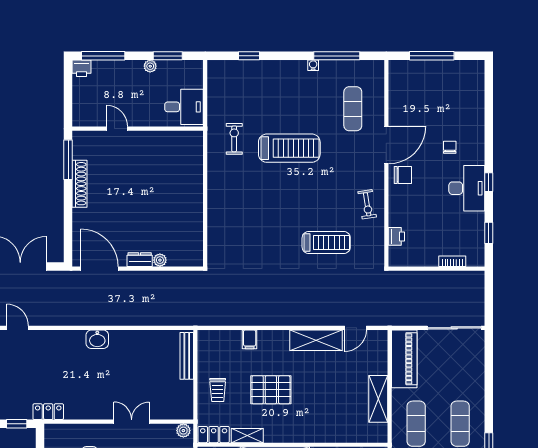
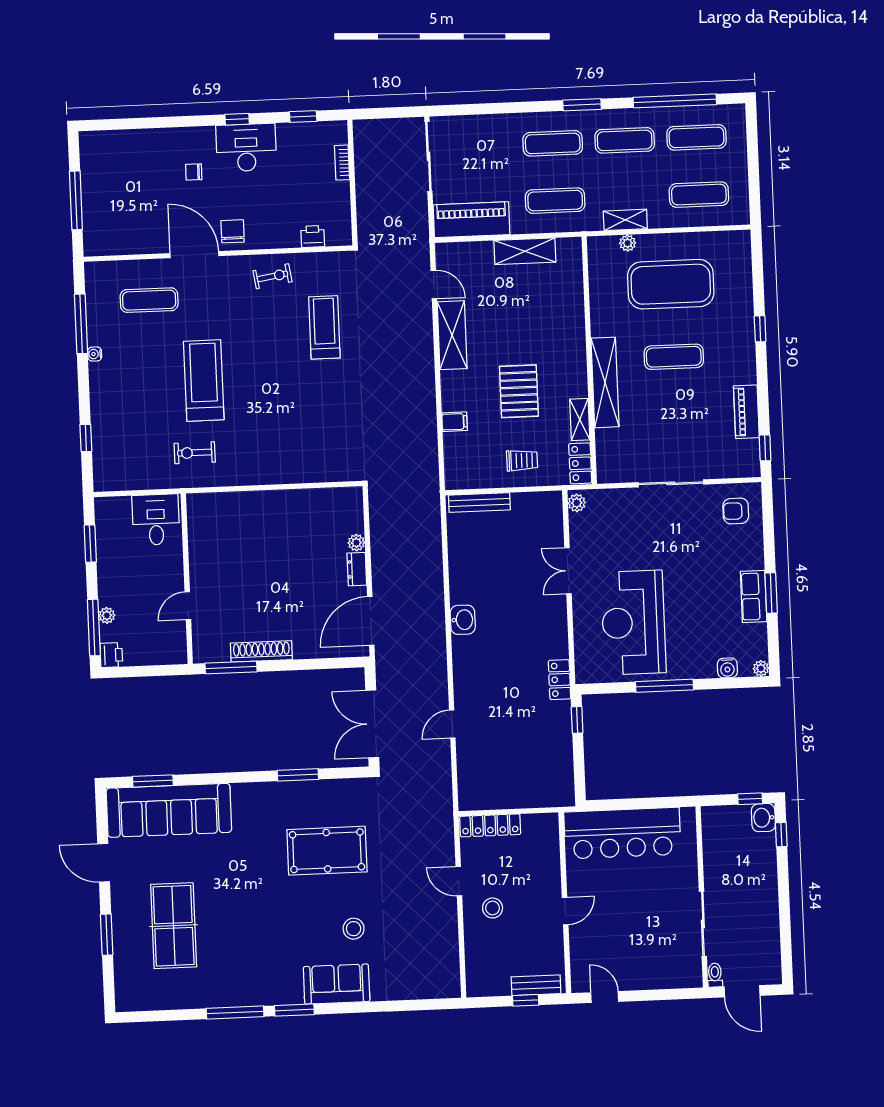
plant: (150, 66) -> (107, 615), moved

